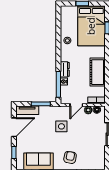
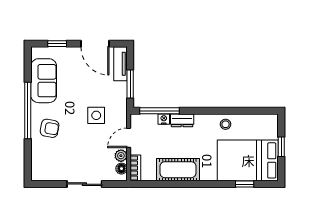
door: (76, 105) -> (129, 138), hinge flipped

